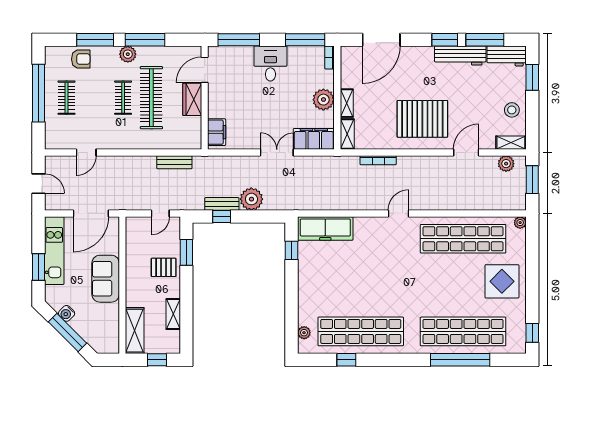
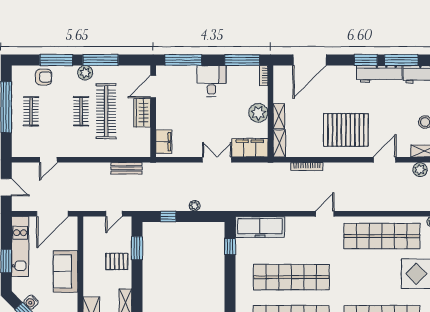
plant: (251, 199) -> (195, 206), width x0.53, depth x0.53
bench: (222, 204) -> (168, 205), removed
shop shelf: (361, 285) -> (291, 277), added

